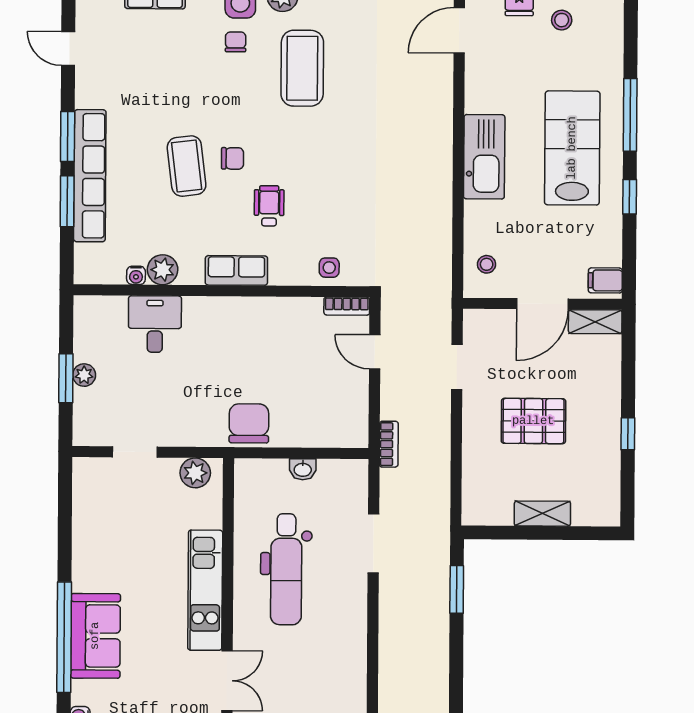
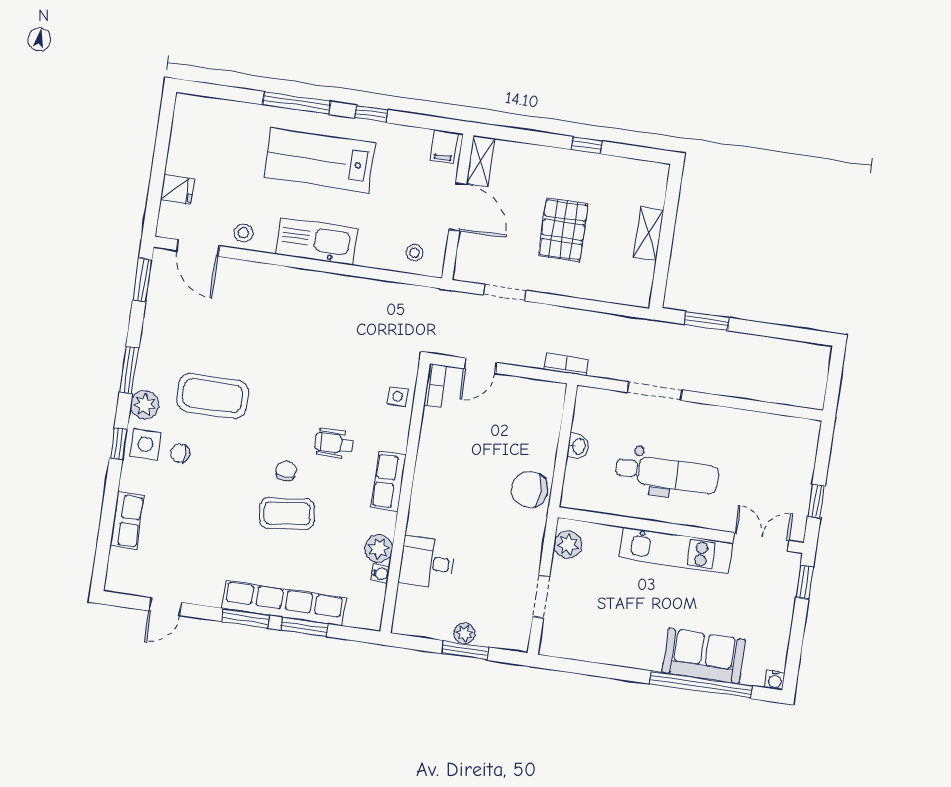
stool: (562, 20) -> (244, 233), moved

